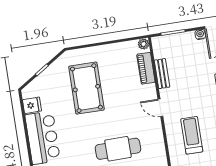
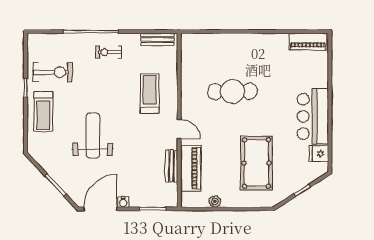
plant: (143, 44) -> (215, 201), moved
piano: (146, 68) -> (191, 168), width x1.37, depth x1.33
treadmill: (192, 135) -> (150, 94), turned 180

